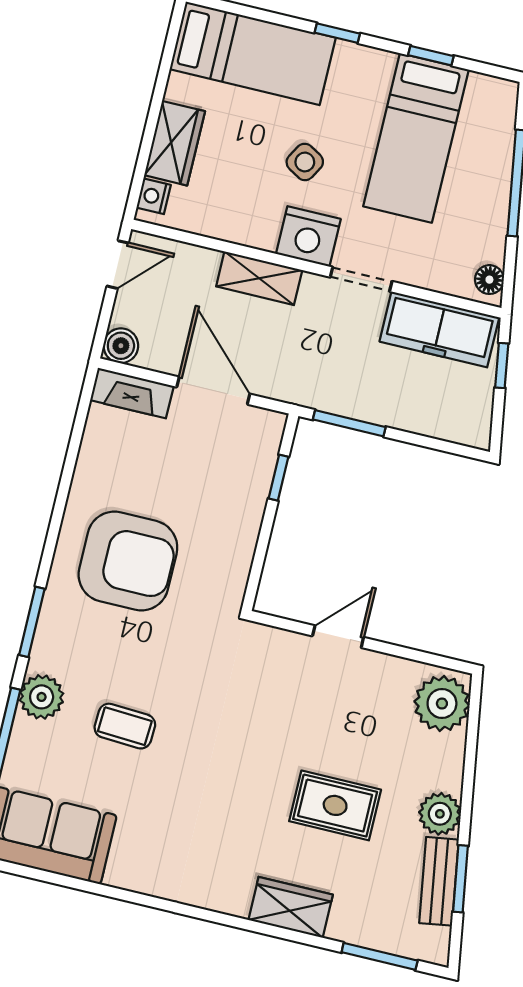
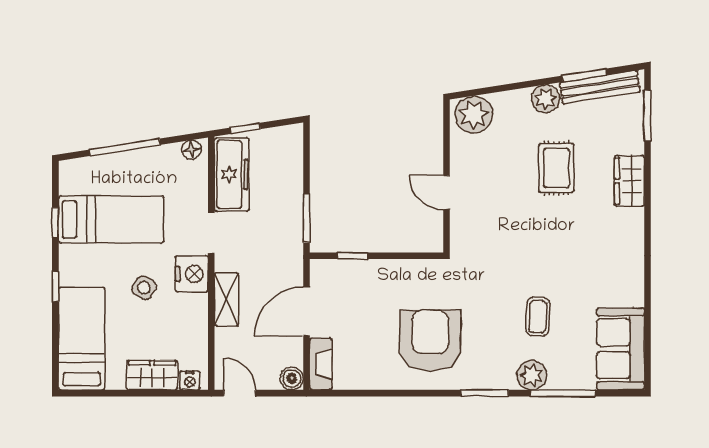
bench: (439, 881) -> (600, 87), width x1.36

